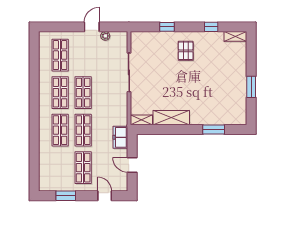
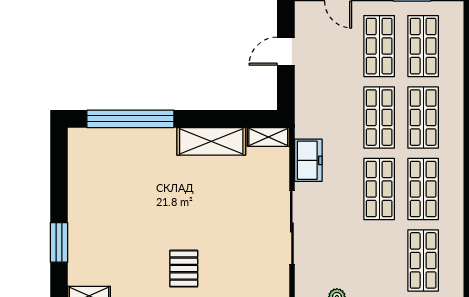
window: (251, 87) -> (59, 242), moved
window: (214, 129) -> (130, 119), width x2.11
freezer: (120, 137) -> (308, 160), moved
door: (132, 165) -> (286, 51), swing flipped
shop shelf: (60, 168) -> (423, 46), added

